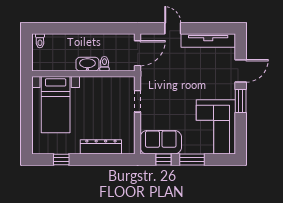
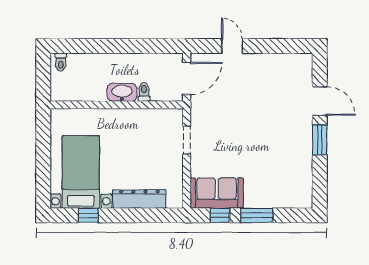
tv unit: (208, 41) -> (278, 62), removed
door: (241, 71) -> (320, 101), hinge flipped
bed with nightstands: (56, 105) -> (81, 172), moved, turned 180
corner sofa: (216, 127) -> (288, 173), removed

